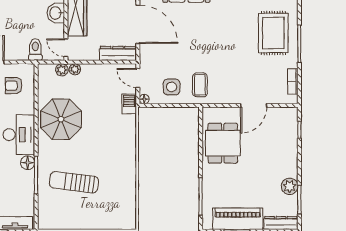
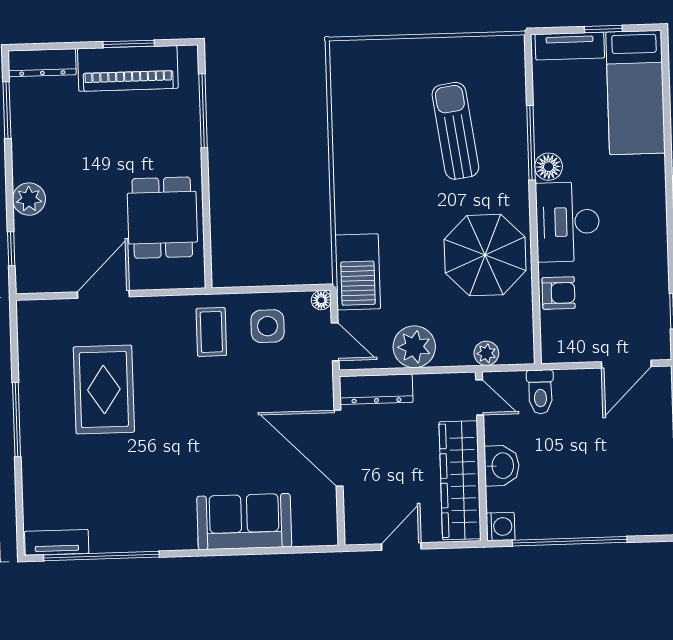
rug: (273, 33) -> (104, 390), moved
plant: (75, 69) -> (414, 347), moved, width x1.88, depth x1.88
bookcase: (293, 82) -> (27, 344), removed
armchair: (14, 86) -> (559, 293), moved
barbecue: (129, 104) -> (358, 272), width x1.88, depth x1.53
sun lounger: (74, 182) -> (455, 131), turned -105
plant: (290, 186) -> (29, 199), moved

